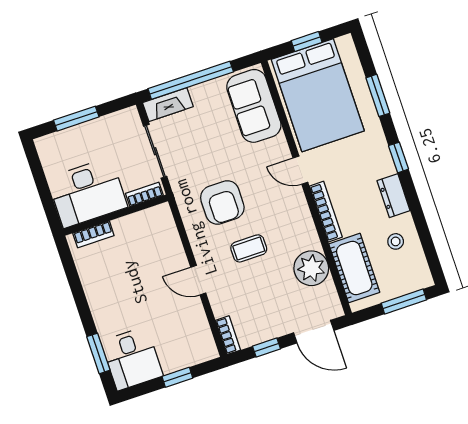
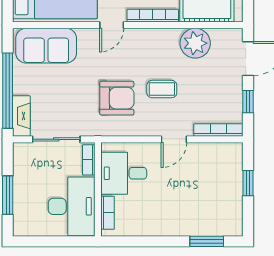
coffee table: (249, 248) -> (162, 89), turned 90
bookcase: (228, 335) -> (218, 130), width x1.56
desk: (132, 359) -> (124, 173), moved, turned 180

